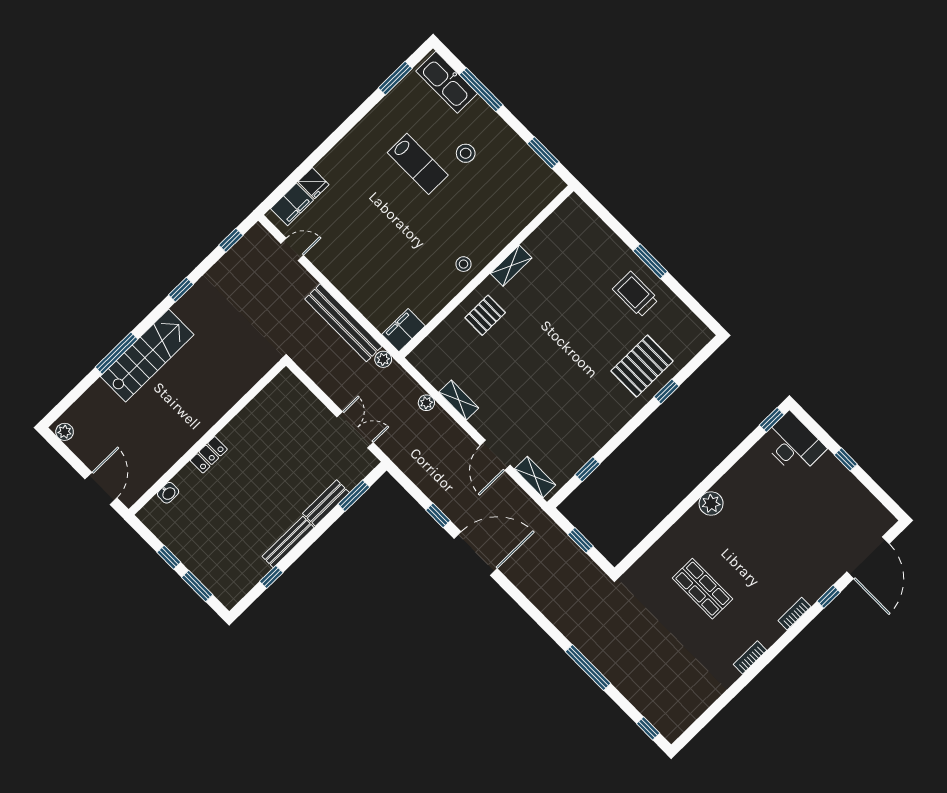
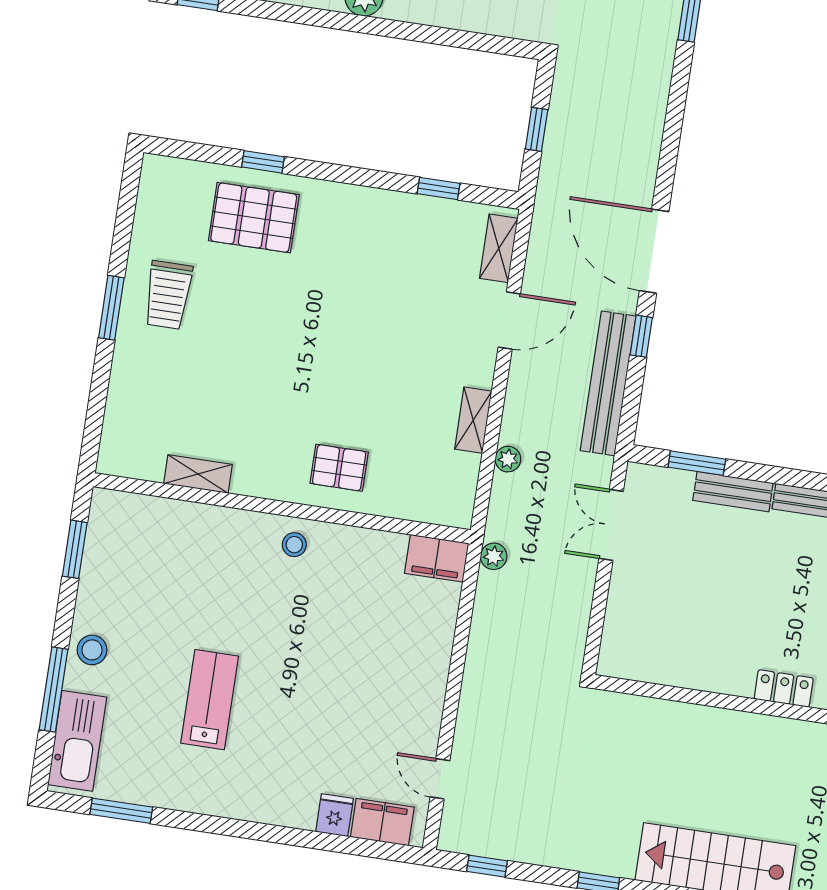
stool: (466, 153) -> (92, 650), moved
shelving: (511, 266) -> (198, 474), moved
bench: (343, 323) -> (608, 383), moved

